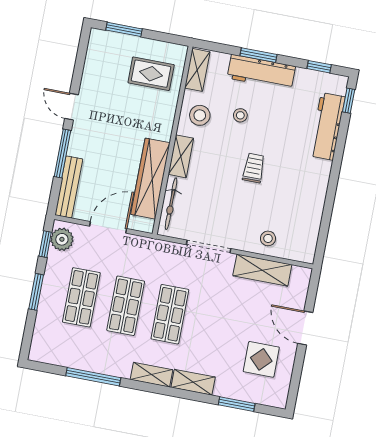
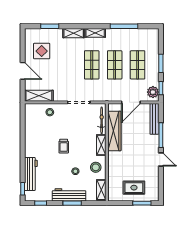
rug: (151, 74) -> (134, 188), moved
shelving: (262, 270) -> (39, 96), moved

